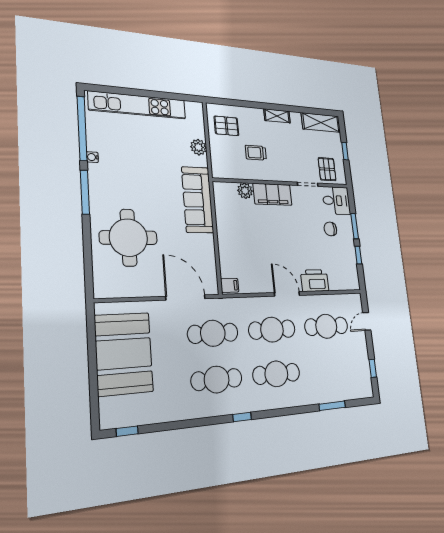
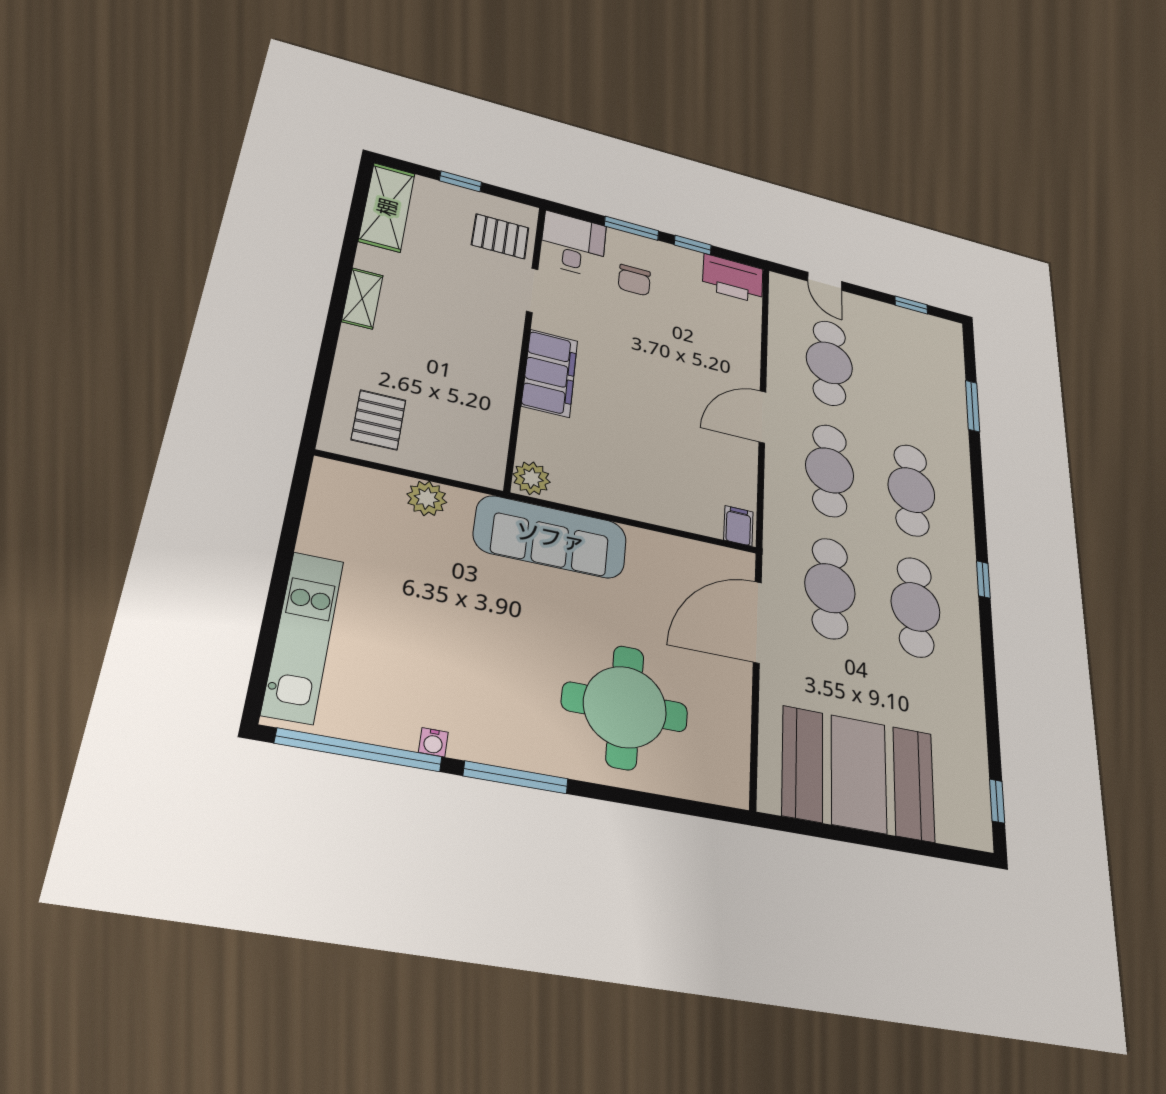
kitchen unit: (138, 105) -> (303, 636), width x0.73
trolley: (256, 153) -> (450, 376), removed
plant: (245, 191) -> (532, 478), moved
printer: (315, 281) -> (733, 279), moved, turned -90

